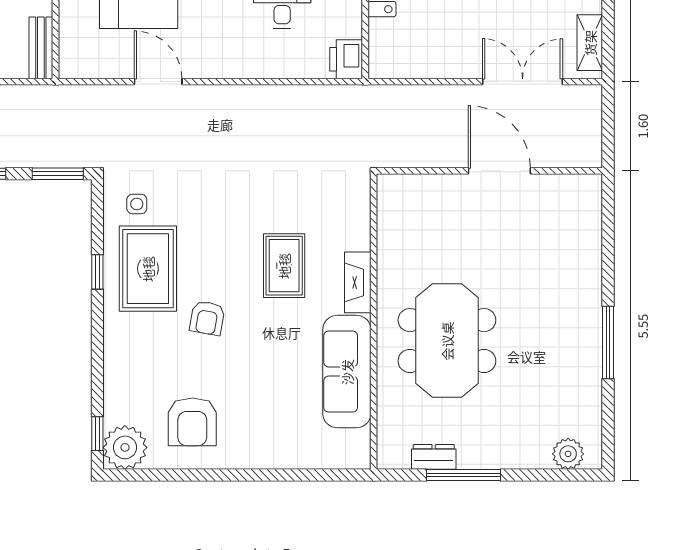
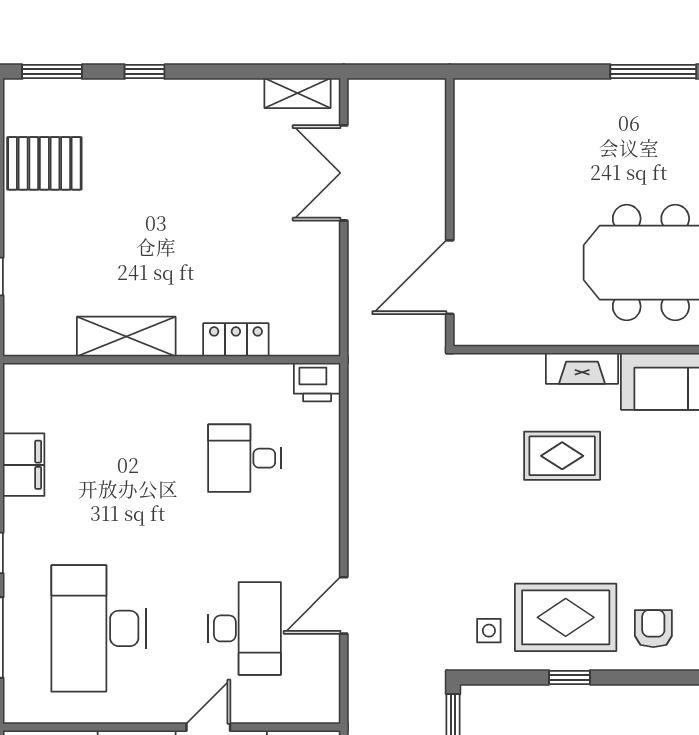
door: (499, 171) -> (450, 277), moved
armchair: (207, 318) -> (653, 629), moved, turned -100

